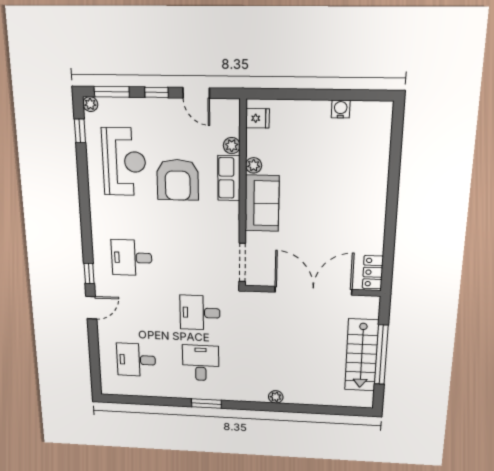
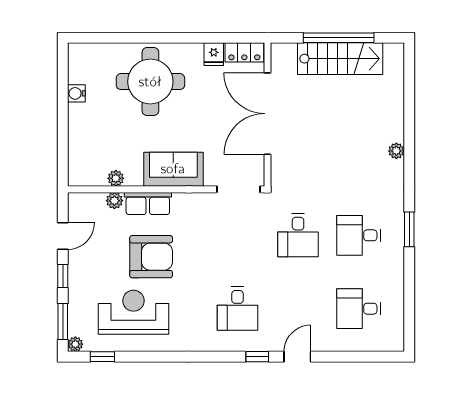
fridge: (258, 118) -> (214, 54), moved, turned 180
plant: (254, 165) -> (116, 178), moved
round table: (349, 183) -> (150, 82), added
door: (91, 308) -> (297, 357), hinge flipped
desk: (136, 360) -> (359, 309), turned 90

